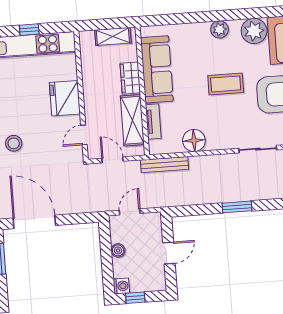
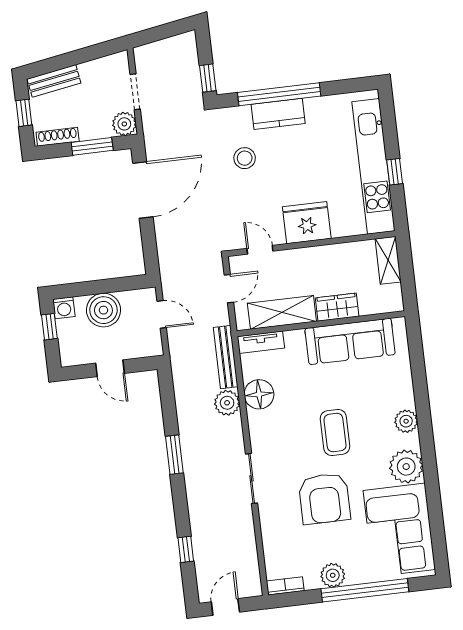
shelving: (113, 36) -> (388, 260), moved
tv unit: (153, 122) -> (261, 342), moved
plant: (199, 165) -> (227, 403), added
boiler: (118, 250) -> (103, 310), width x1.86, depth x1.86

